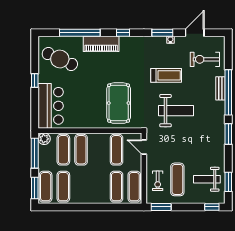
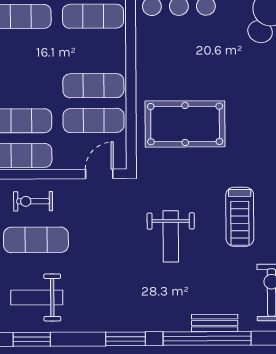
weight bench: (176, 111) -> (171, 236), width x0.73, depth x0.75
exercise mat: (81, 150) -> (93, 86), moved
weight bench: (207, 179) -> (37, 298), turned -90

